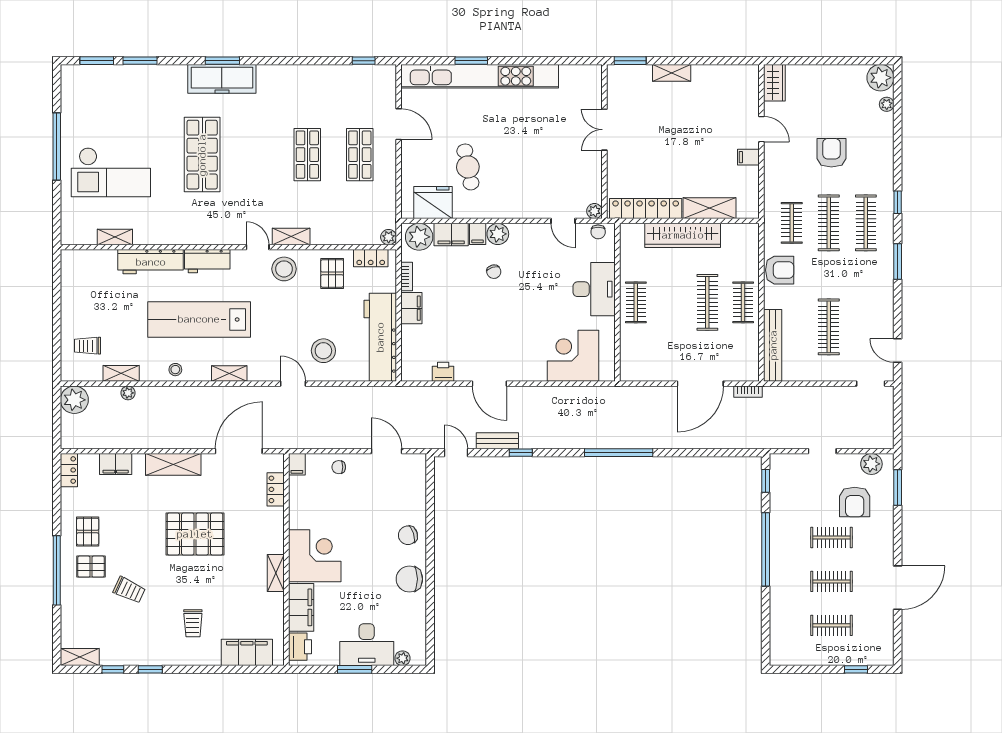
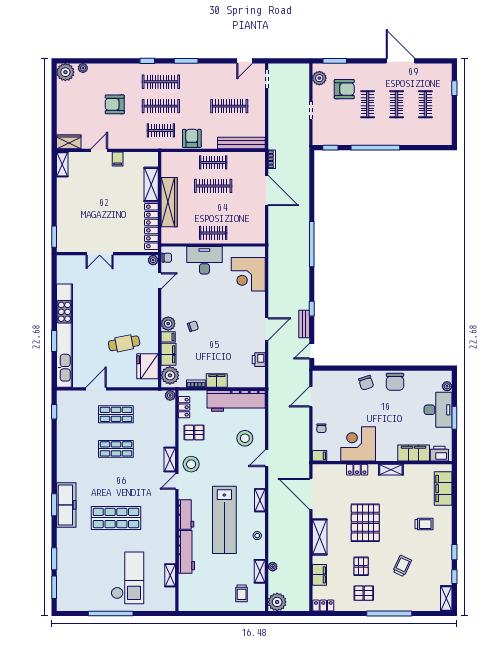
shelving: (672, 73) -> (62, 164), moved
locker: (276, 489) -> (357, 470), moved
corner desk: (315, 556) -> (358, 444), moved
pallet: (91, 567) -> (361, 566), moved

